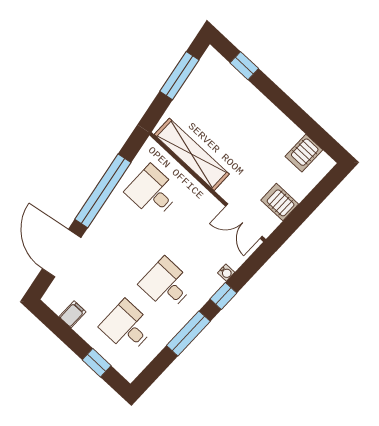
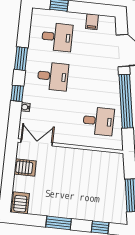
window: (289, 108) -> (59, 223), added
server rack: (304, 153) -> (20, 203), moved
shelving: (192, 154) -> (92, 158), removed
window: (188, 333) -> (21, 59), width x0.69

